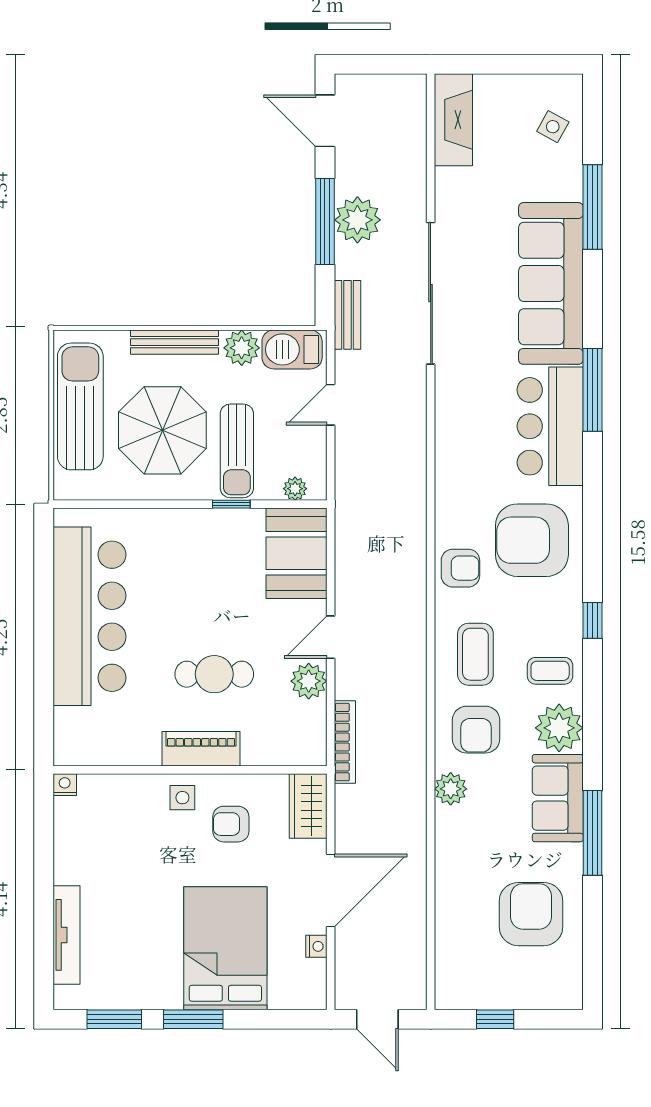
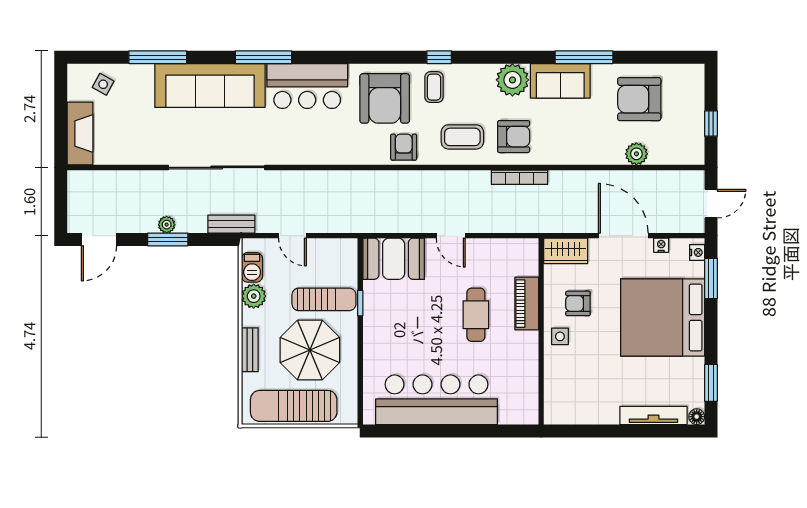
fireplace: (453, 120) -> (80, 134), moved, turned 90
plant: (357, 220) -> (167, 225), width x0.53, depth x0.53
window: (325, 222) -> (168, 239), width x0.69
bench: (175, 342) -> (250, 350), width x0.73
barbecue: (292, 349) -> (252, 267), width x0.73, depth x0.79
window: (592, 390) -> (264, 57), moved
plant: (295, 489) -> (350, 260), removed
coffee table: (550, 671) -> (434, 87), moved
plant: (309, 681) -> (481, 250), removed
bookcase: (345, 742) -> (520, 177), moved, turned 180
piano: (201, 749) -> (527, 304), moved
nightstand: (65, 785) -> (697, 252), moved, turned 180
plant: (451, 789) -> (636, 154), moved
armchair: (231, 824) -> (578, 303), turned 90
bed: (225, 948) -> (663, 317), width x1.36
floor lamp: (65, 998) -> (697, 417), added
window: (193, 1019) -> (711, 279), moved

